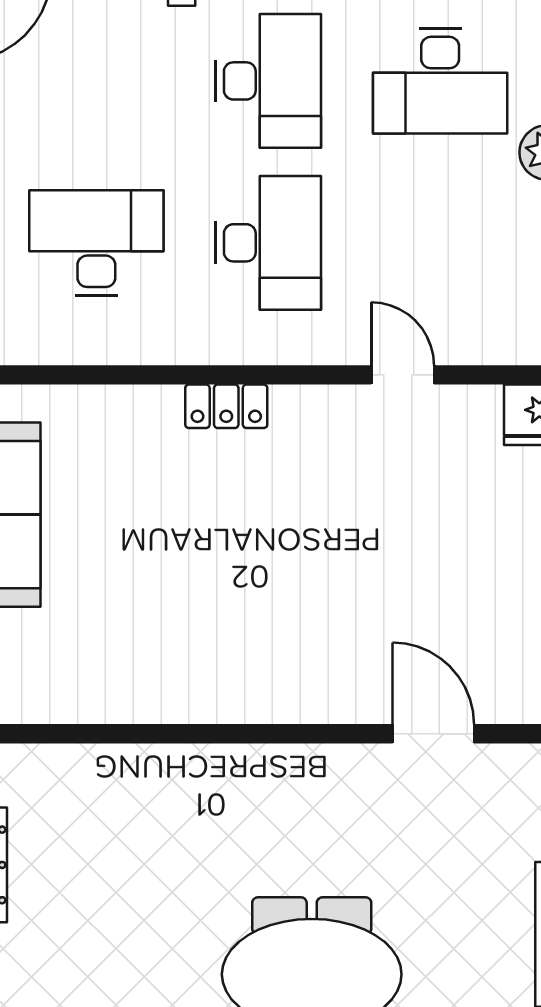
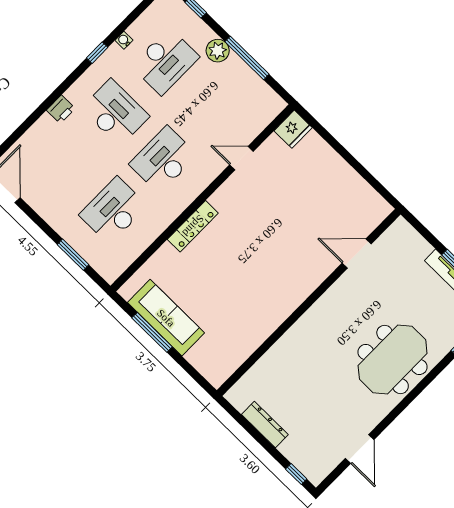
desk: (268, 243) -> (163, 159), turned -90
locker: (226, 406) -> (193, 226), width x1.53

